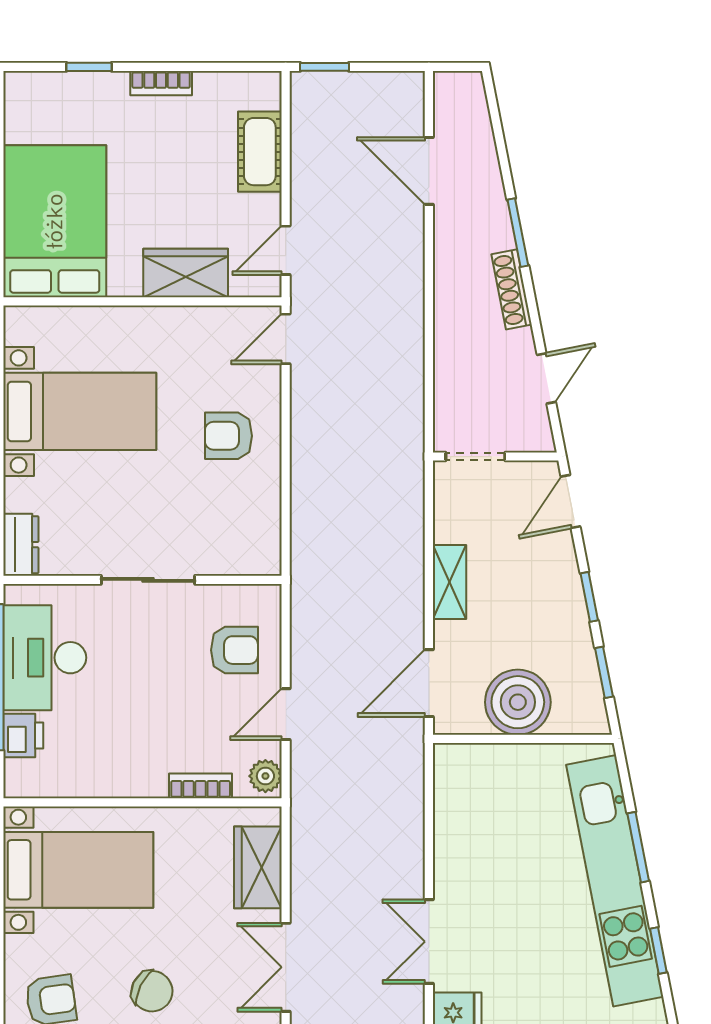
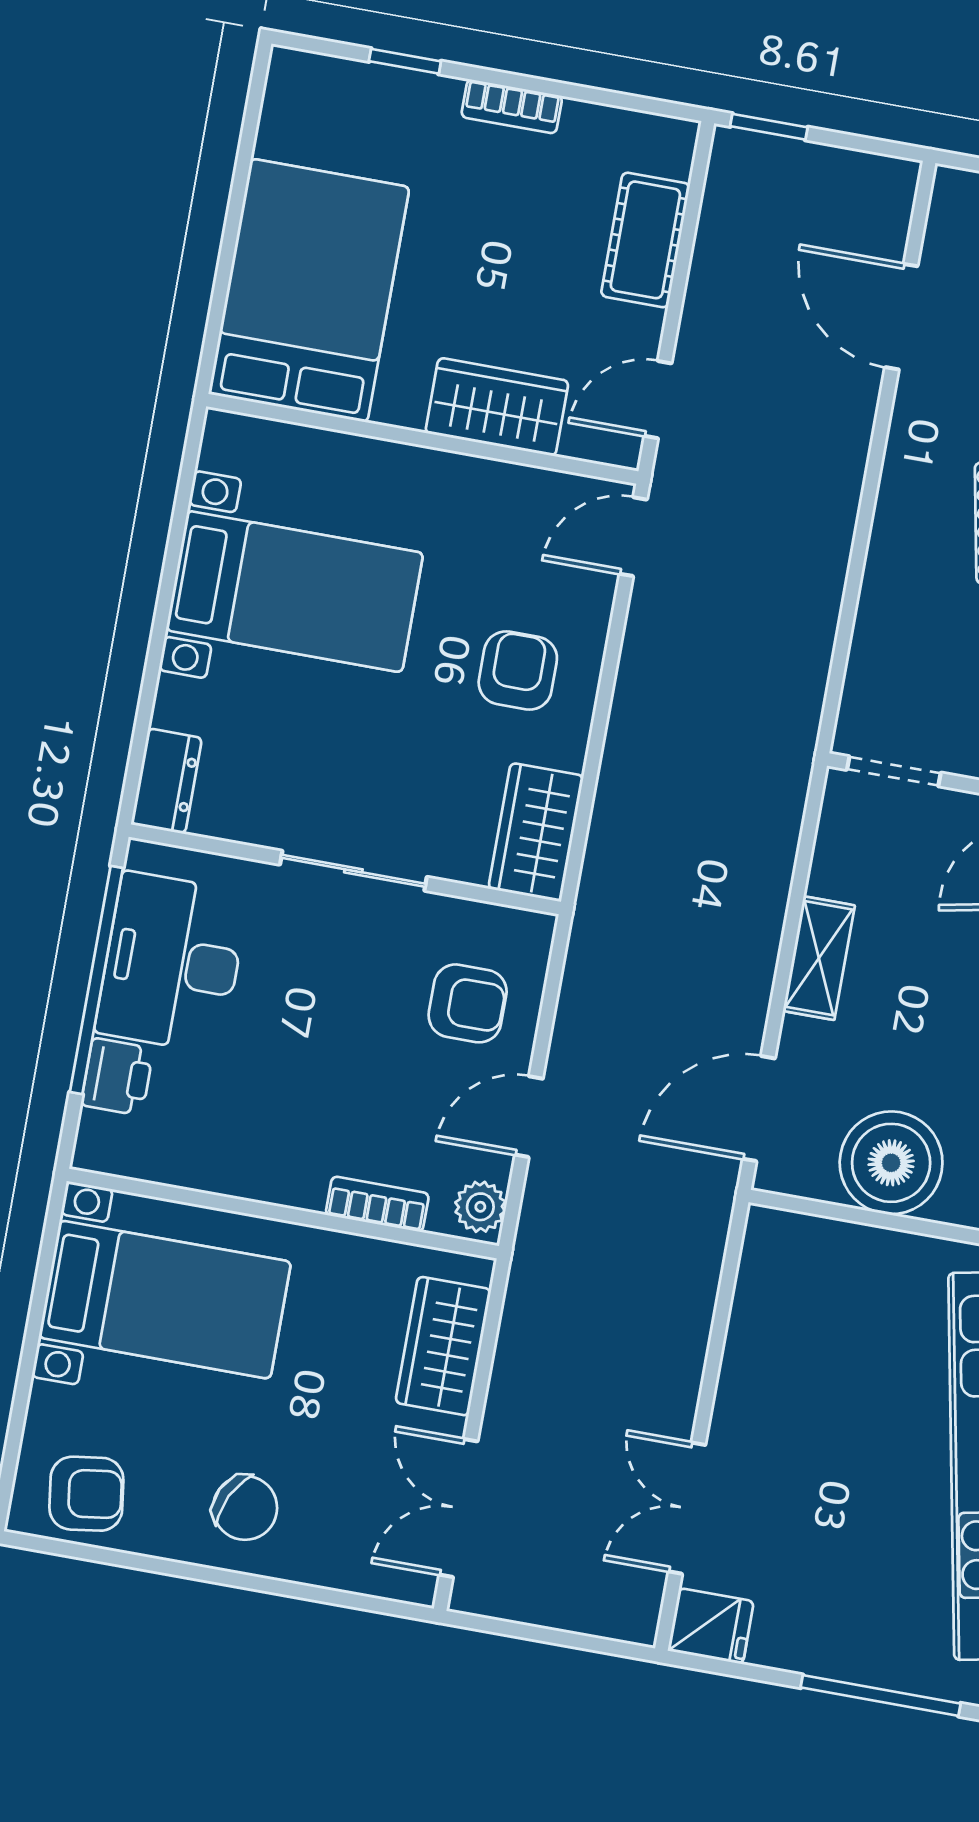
armchair: (228, 436) -> (518, 670), turned 90
wardrobe: (258, 535) -> (536, 832), added

